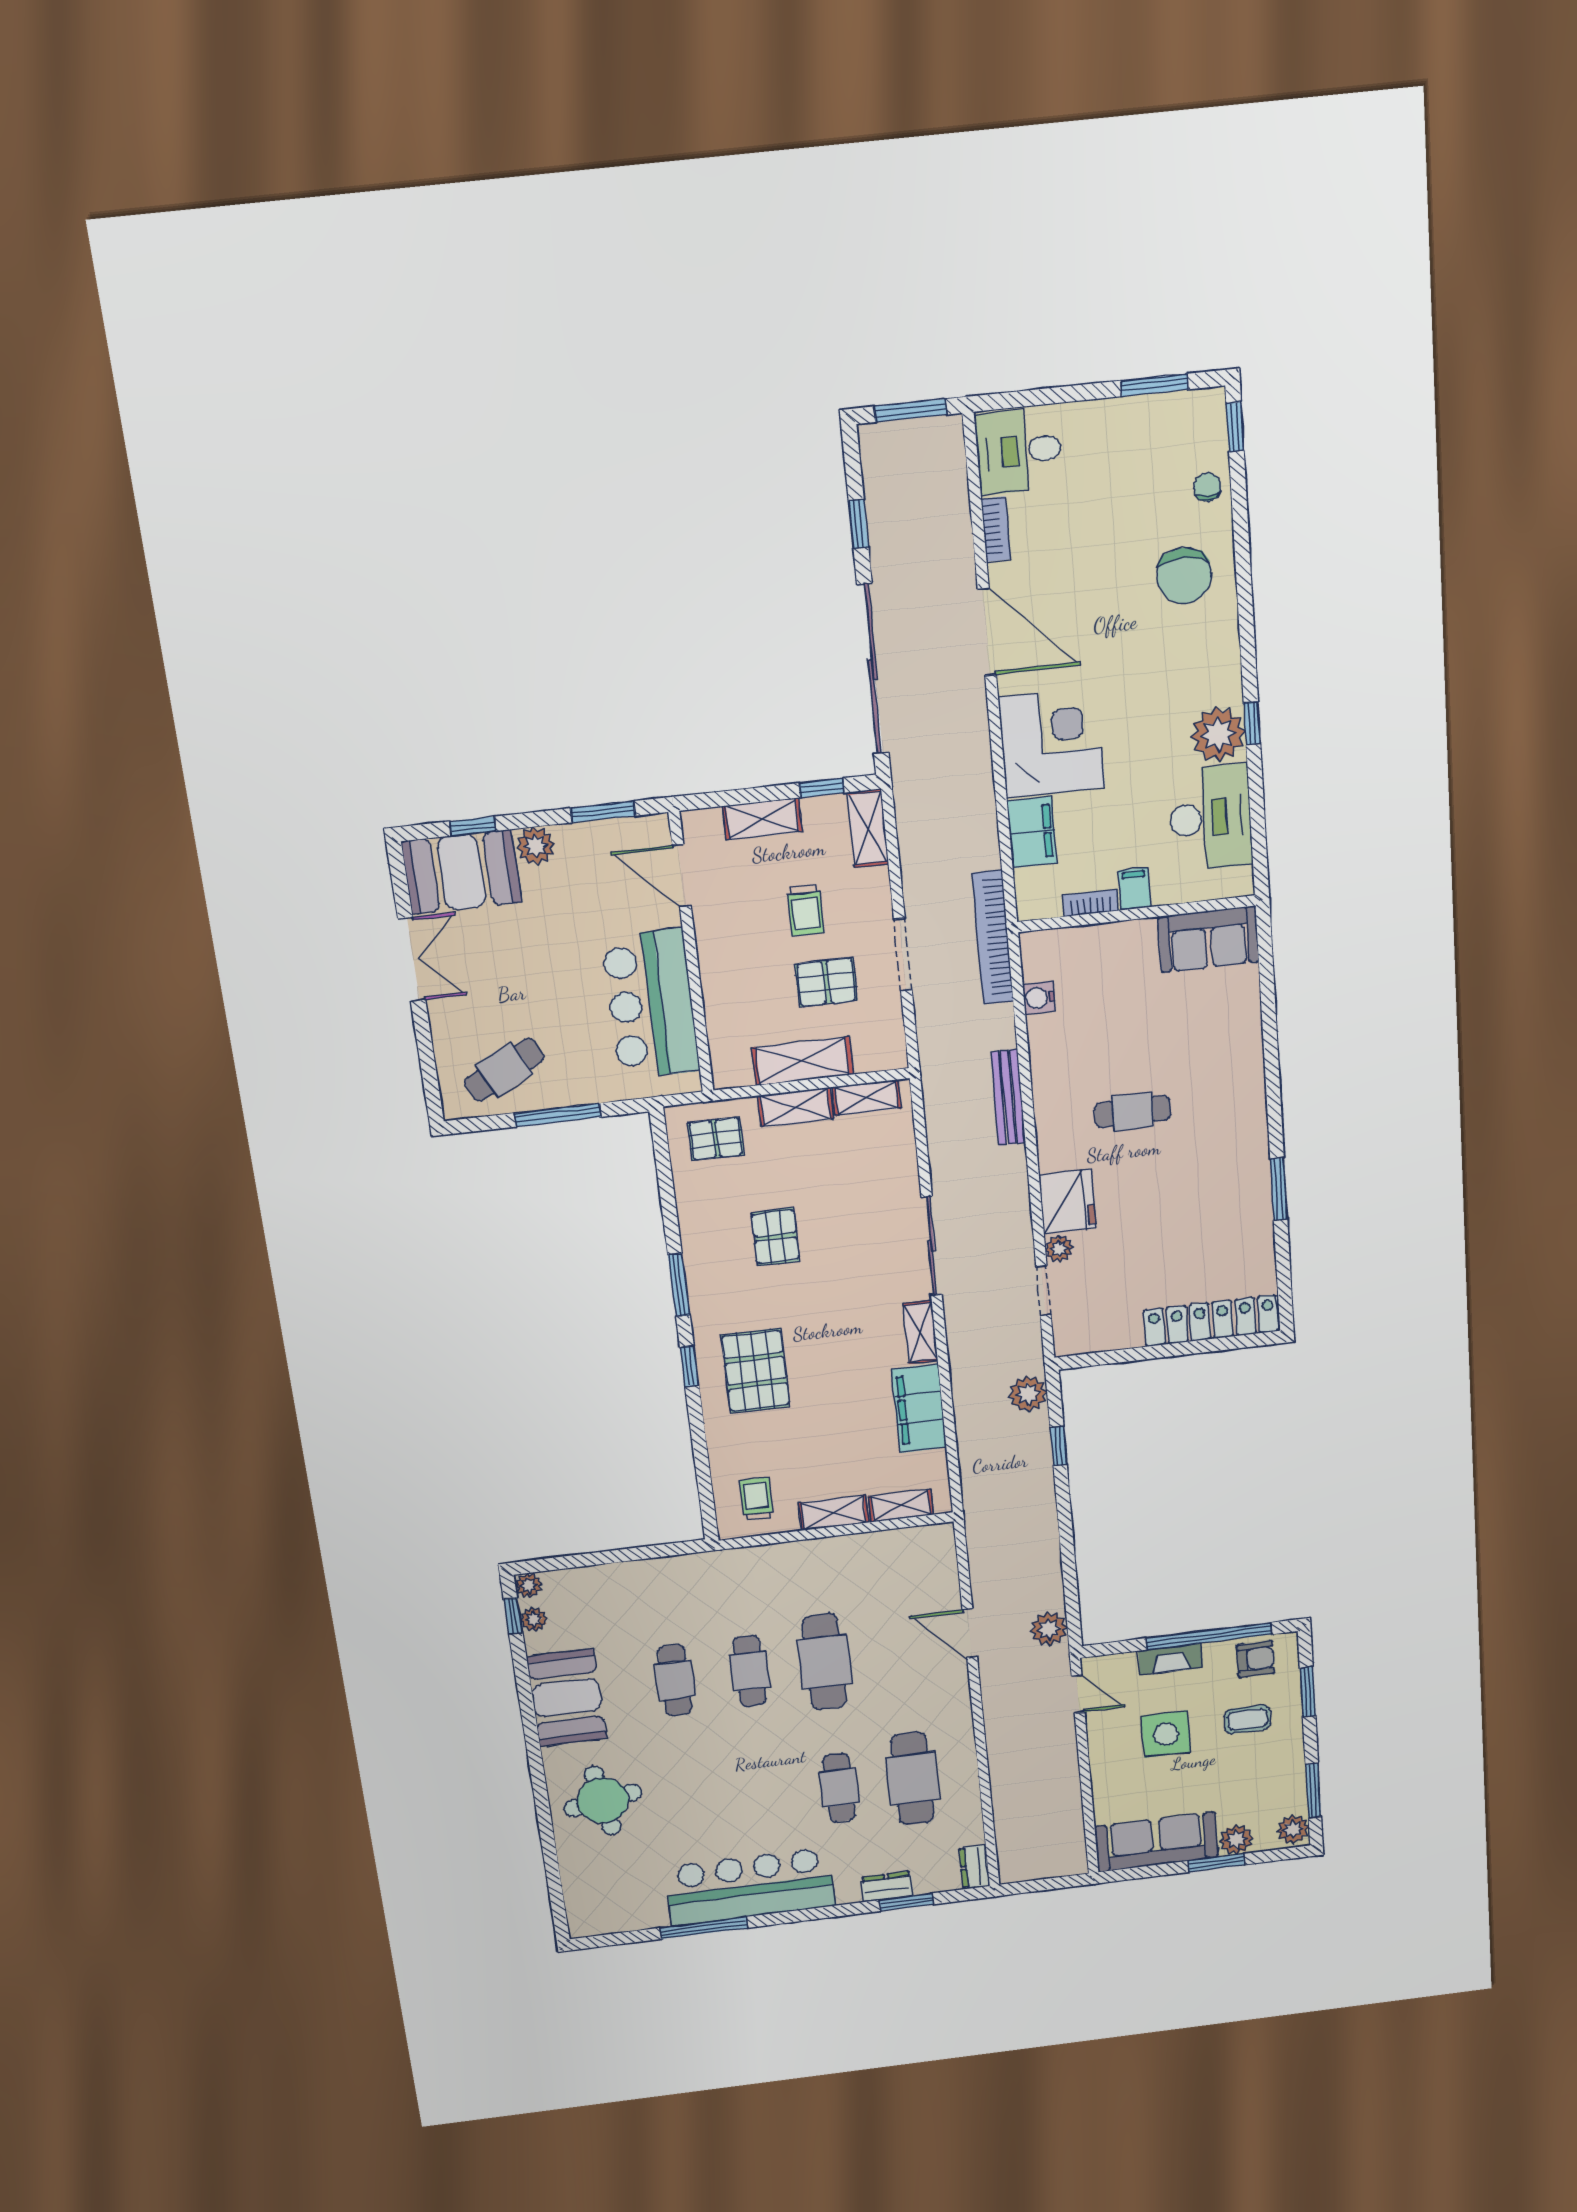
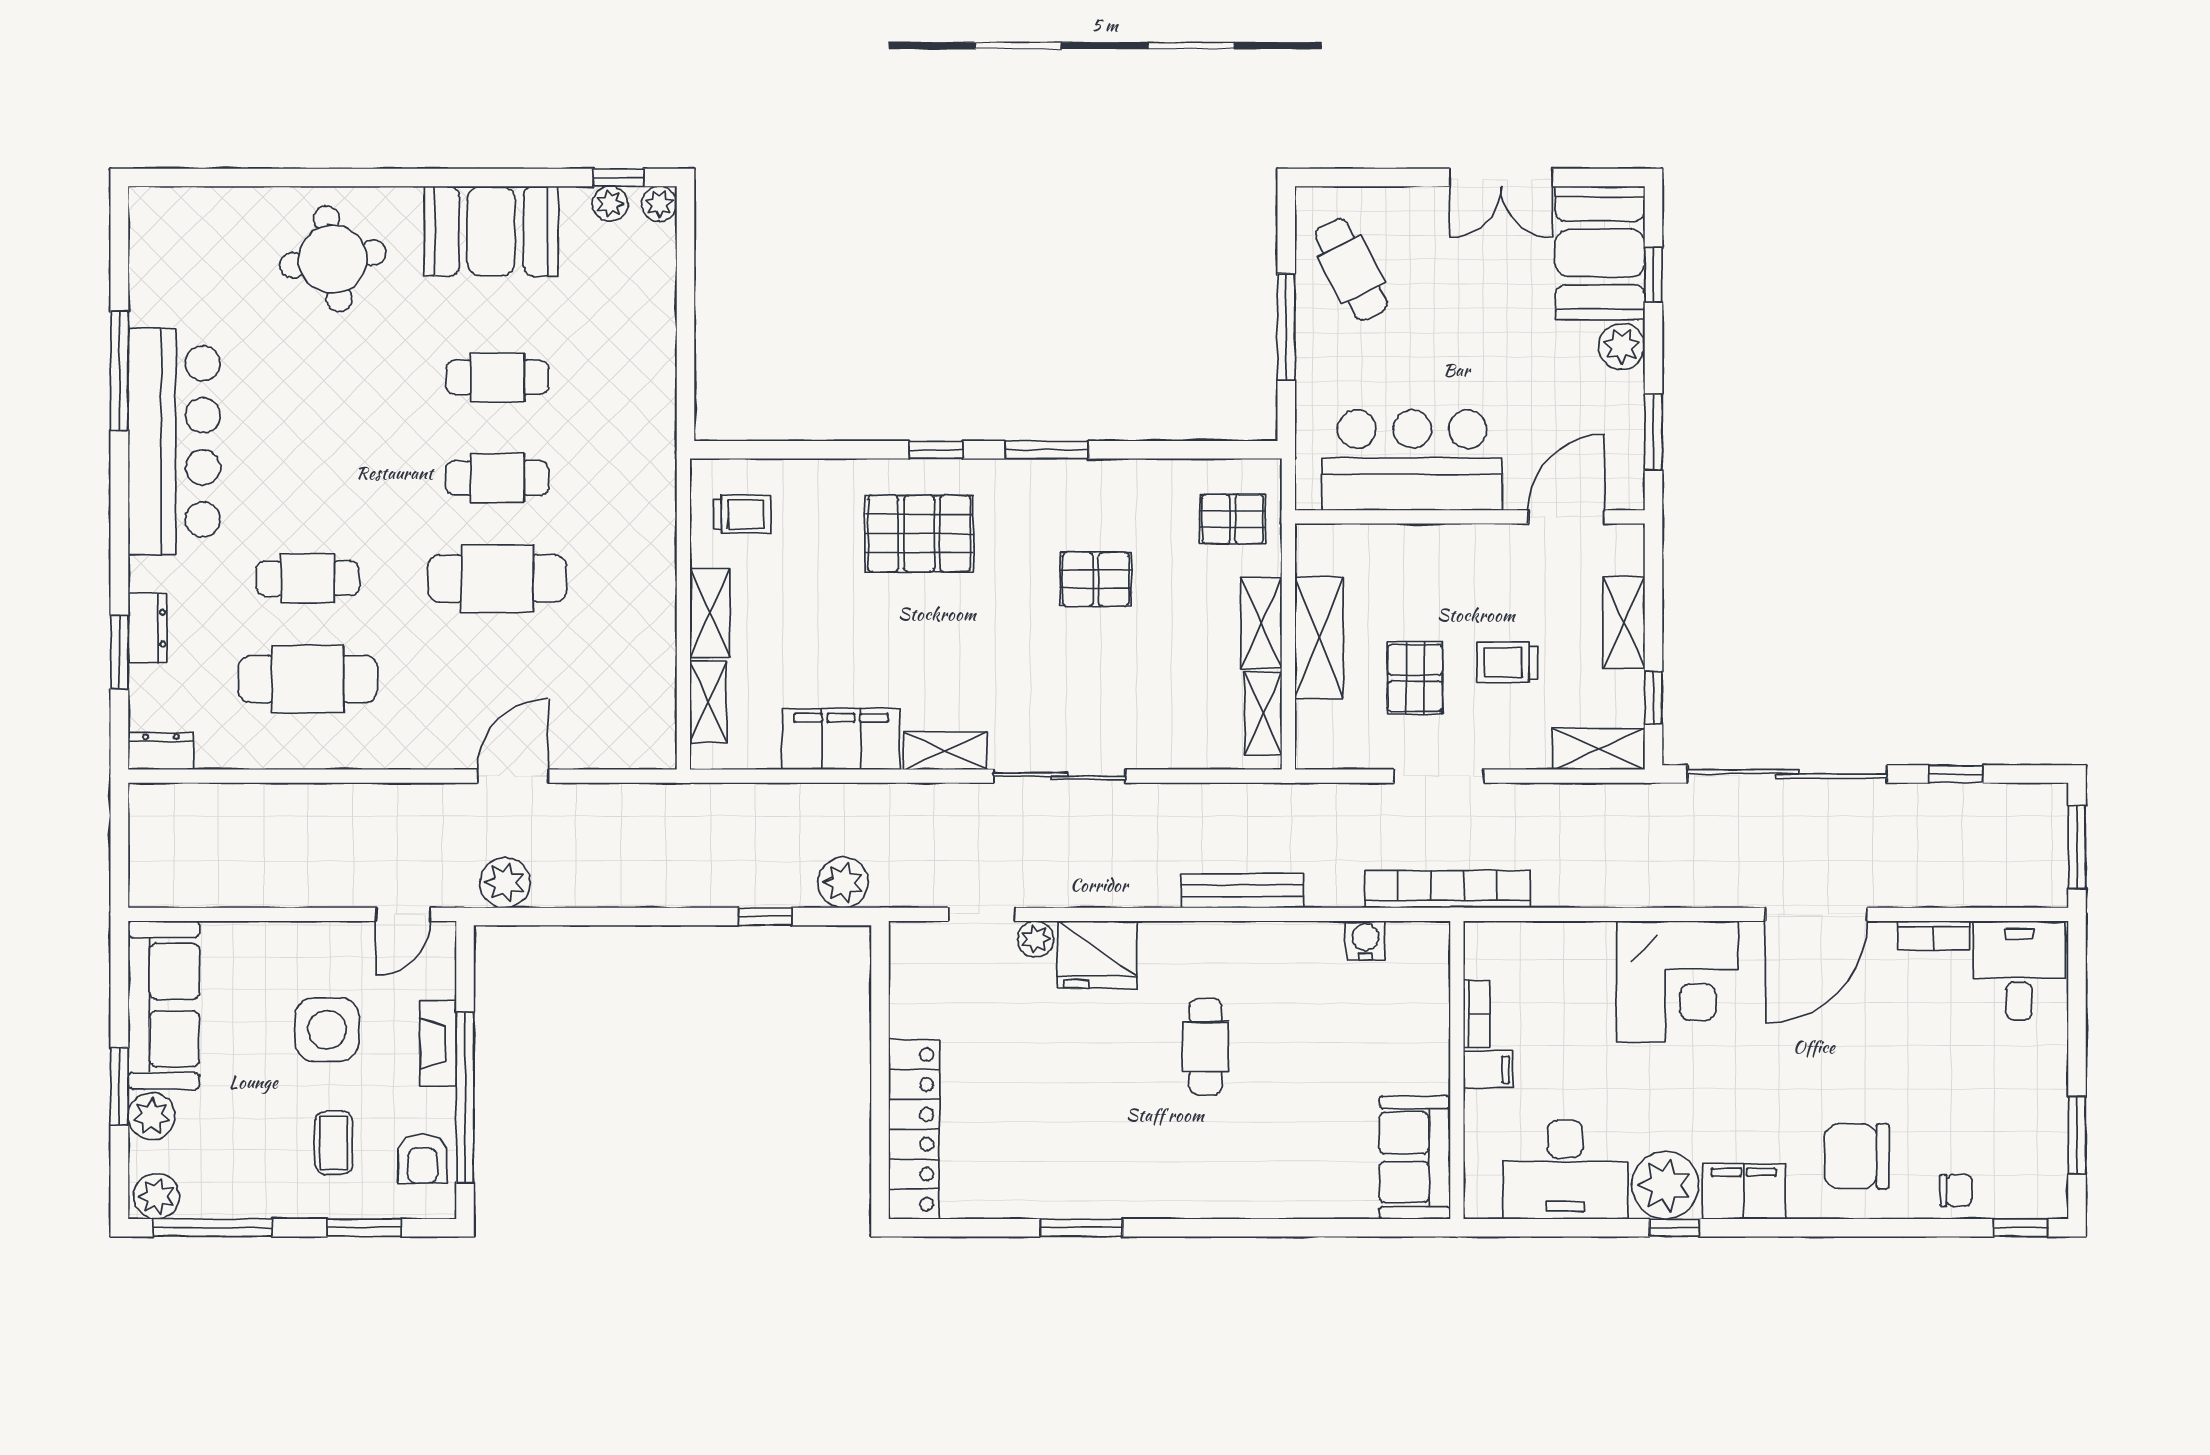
filing cabinet: (1032, 832) -> (1744, 1191), moved, turned 180
pallet: (716, 1139) -> (1233, 519), turned 90
window: (1313, 1790) -> (213, 1228), width x1.44

